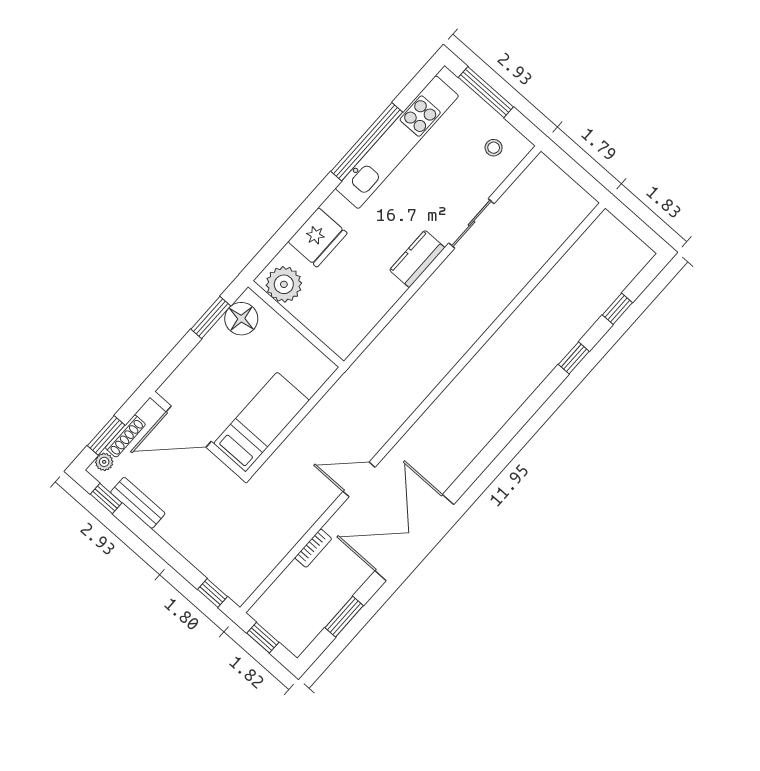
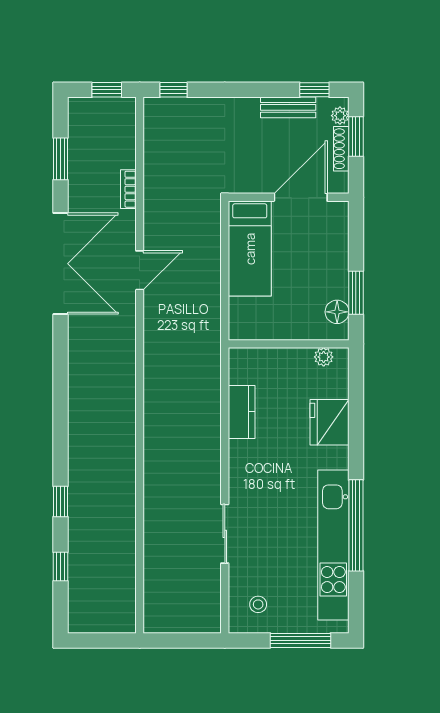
kitchen counter: (417, 259) -> (242, 412), moved
plant: (284, 284) -> (324, 357), width x0.53, depth x0.53
floor lamp: (241, 319) -> (337, 312), width x0.73, depth x0.73

